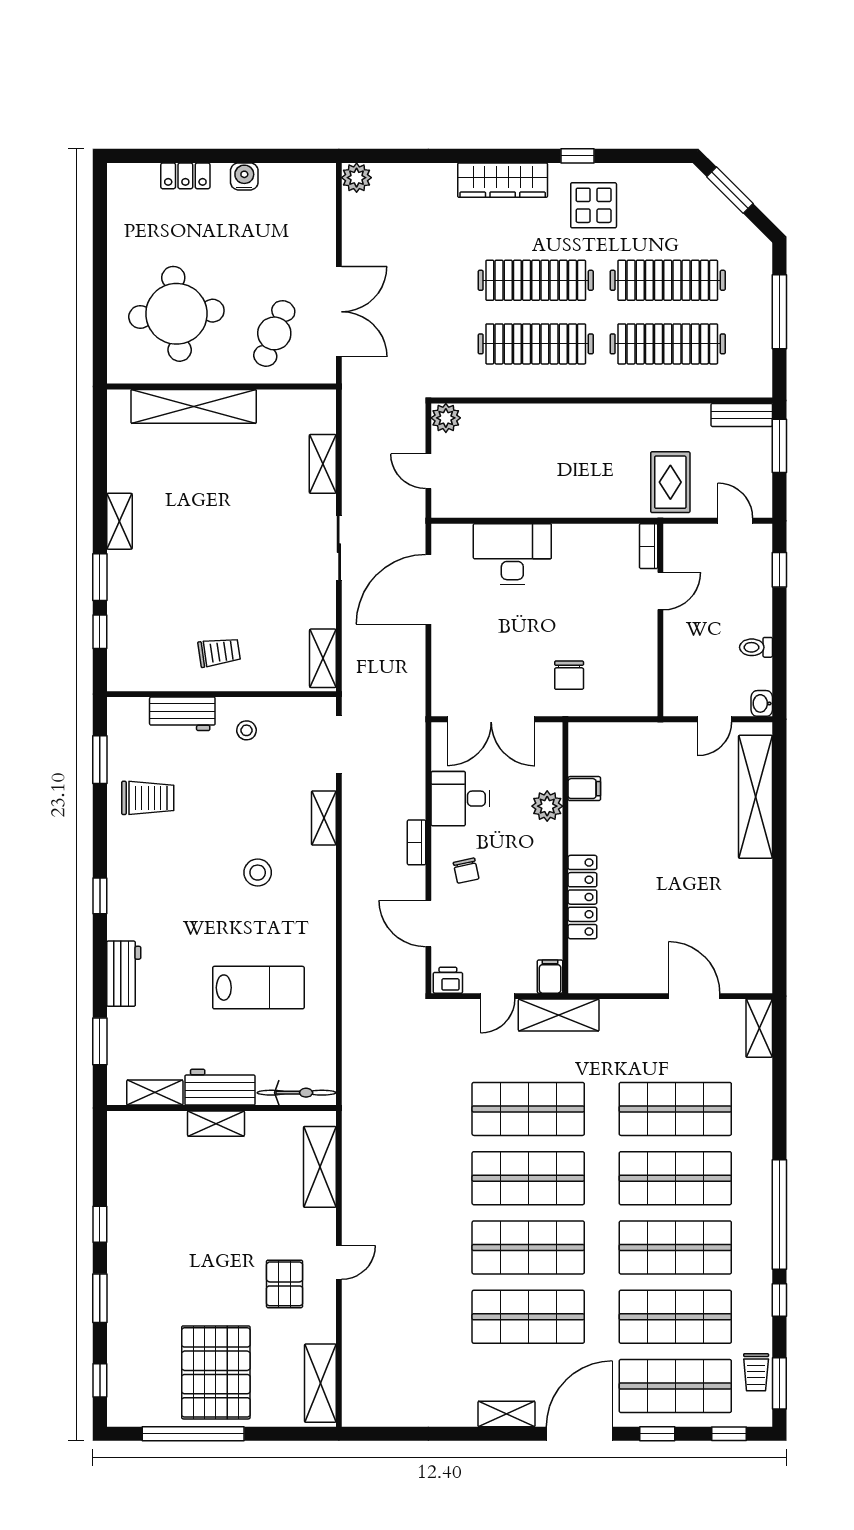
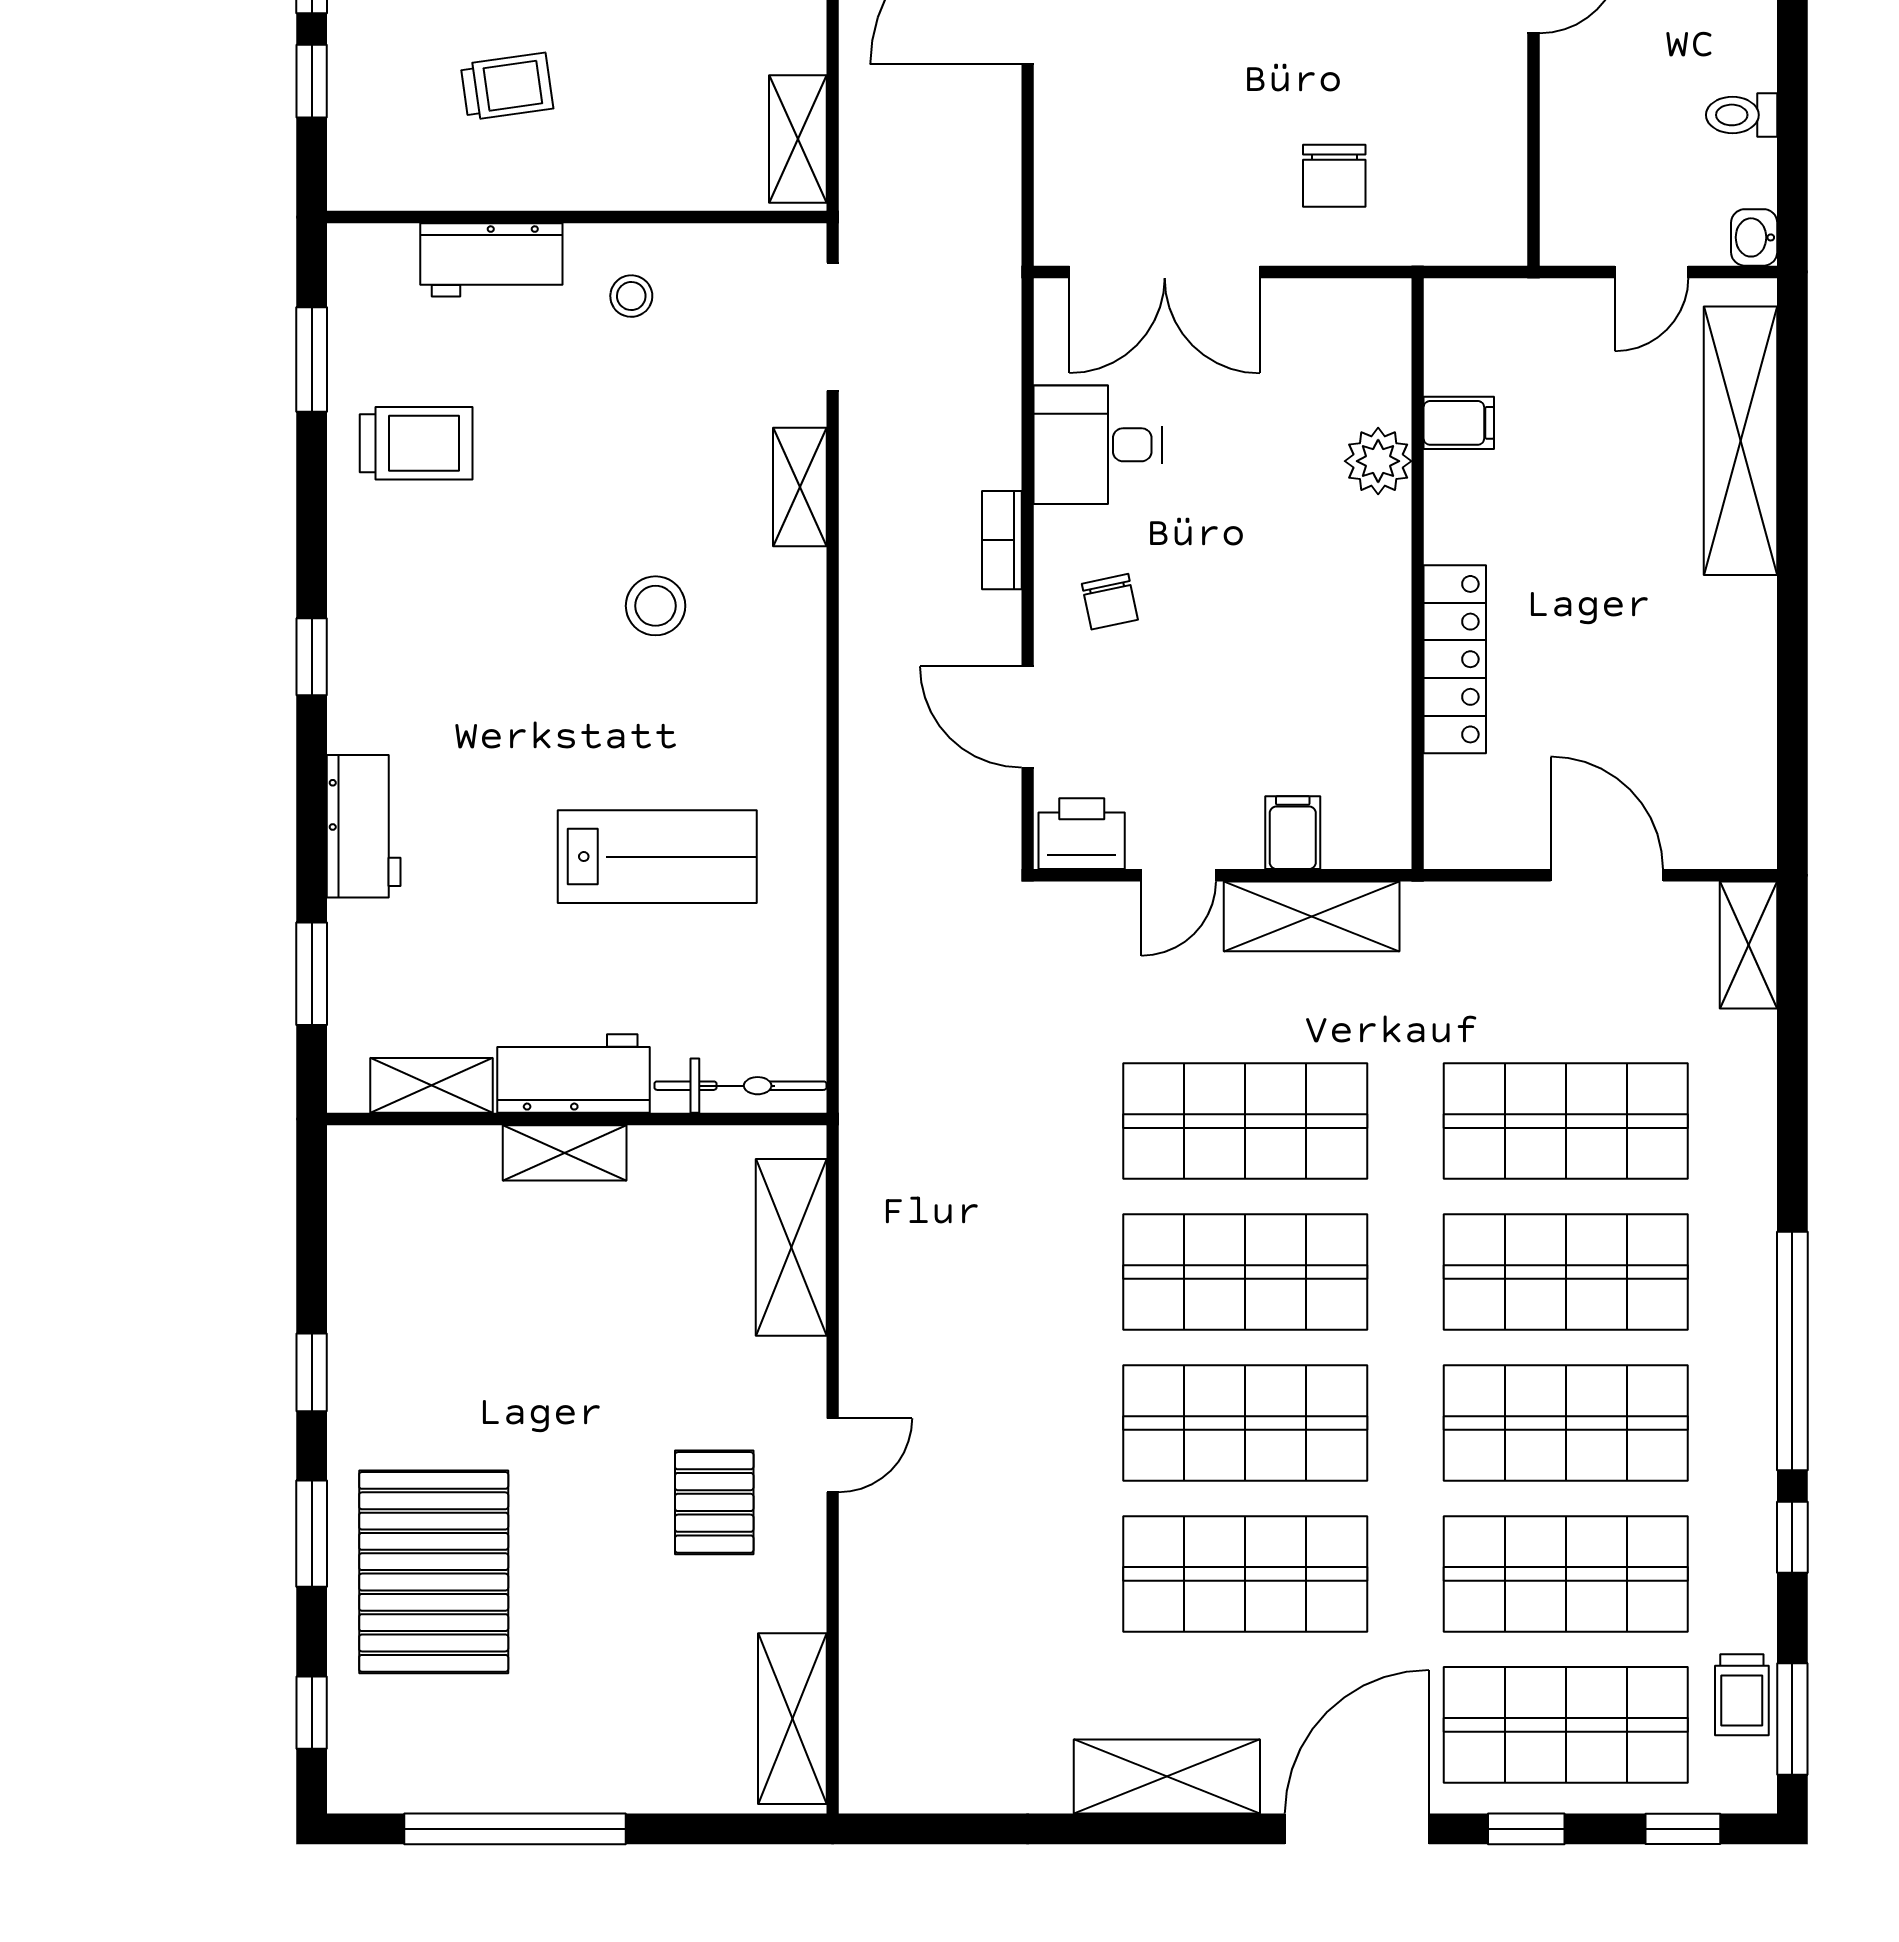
trolley: (219, 652) -> (507, 87), moved
filing cabinet: (584, 789) -> (1459, 423), moved
plant: (547, 806) -> (1378, 461), moved
wall: (565, 858) -> (1418, 574), moved
locker: (582, 897) -> (1455, 659), moved
printer: (448, 980) -> (1082, 834), width x1.36, depth x1.24
pallet: (216, 1372) -> (434, 1572), moved
shelving: (507, 1414) -> (1167, 1776), width x1.50, depth x1.33

